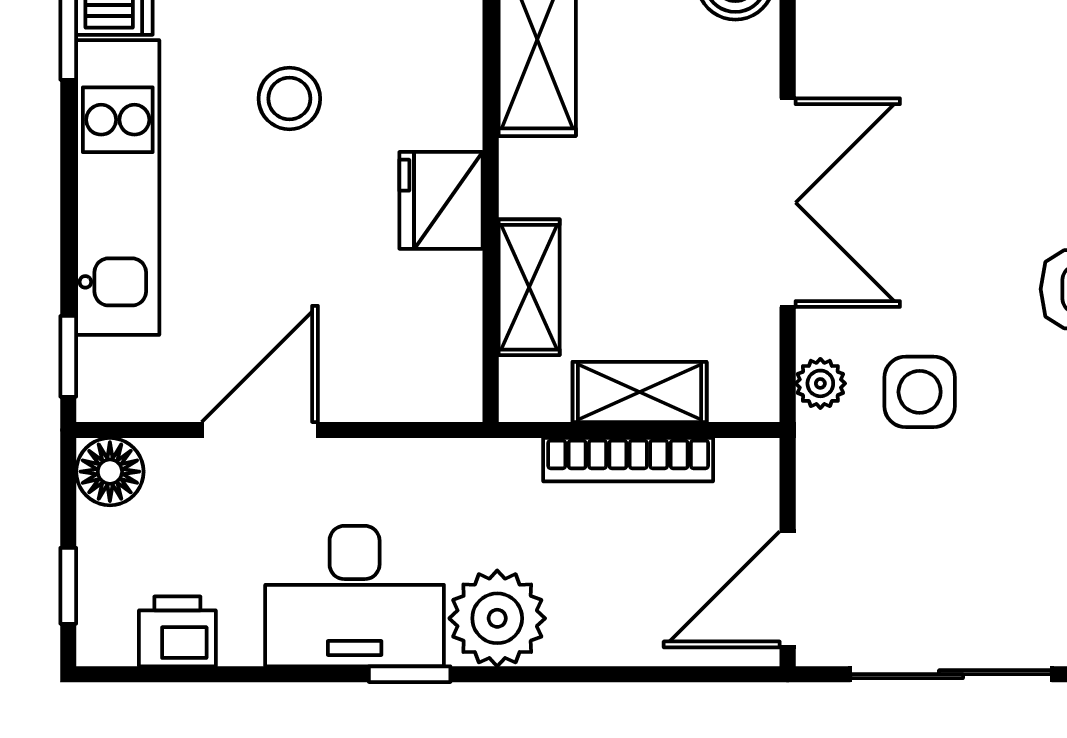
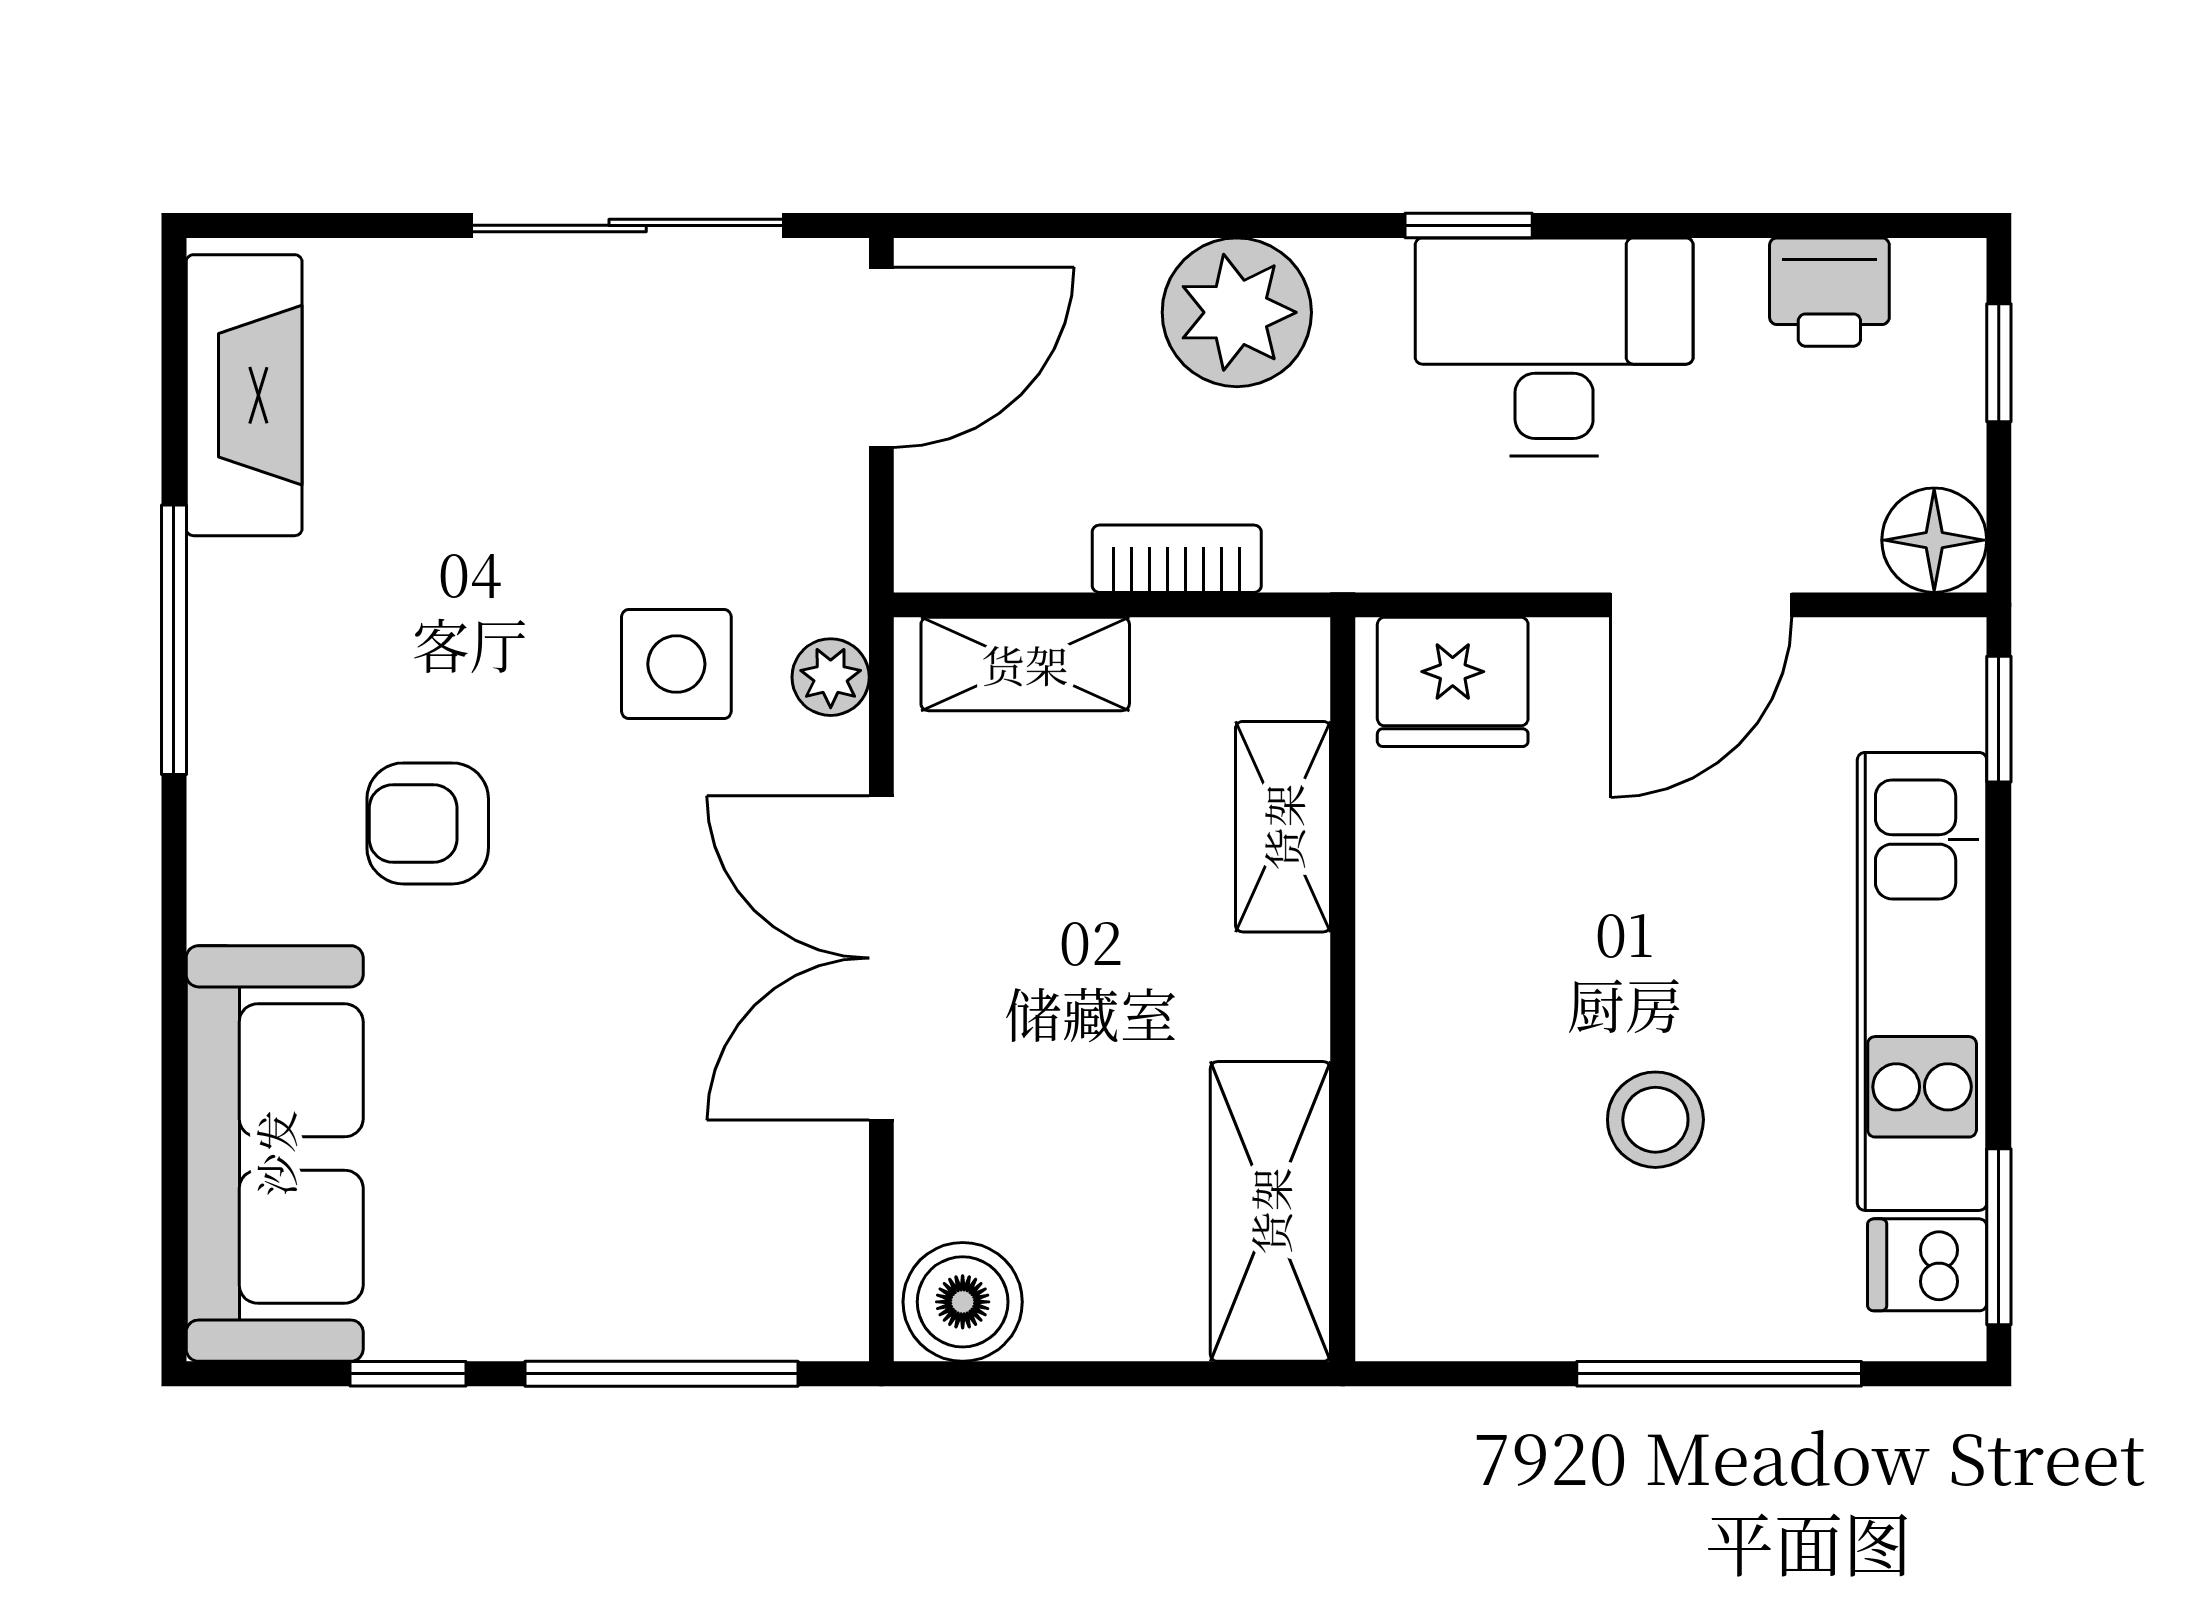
fridge: (441, 200) -> (1453, 682), moved, turned 90
shelving: (640, 392) -> (1025, 664), moved
bookcase: (628, 460) -> (1177, 559), width x0.64
plant: (497, 618) -> (1237, 312), moved

